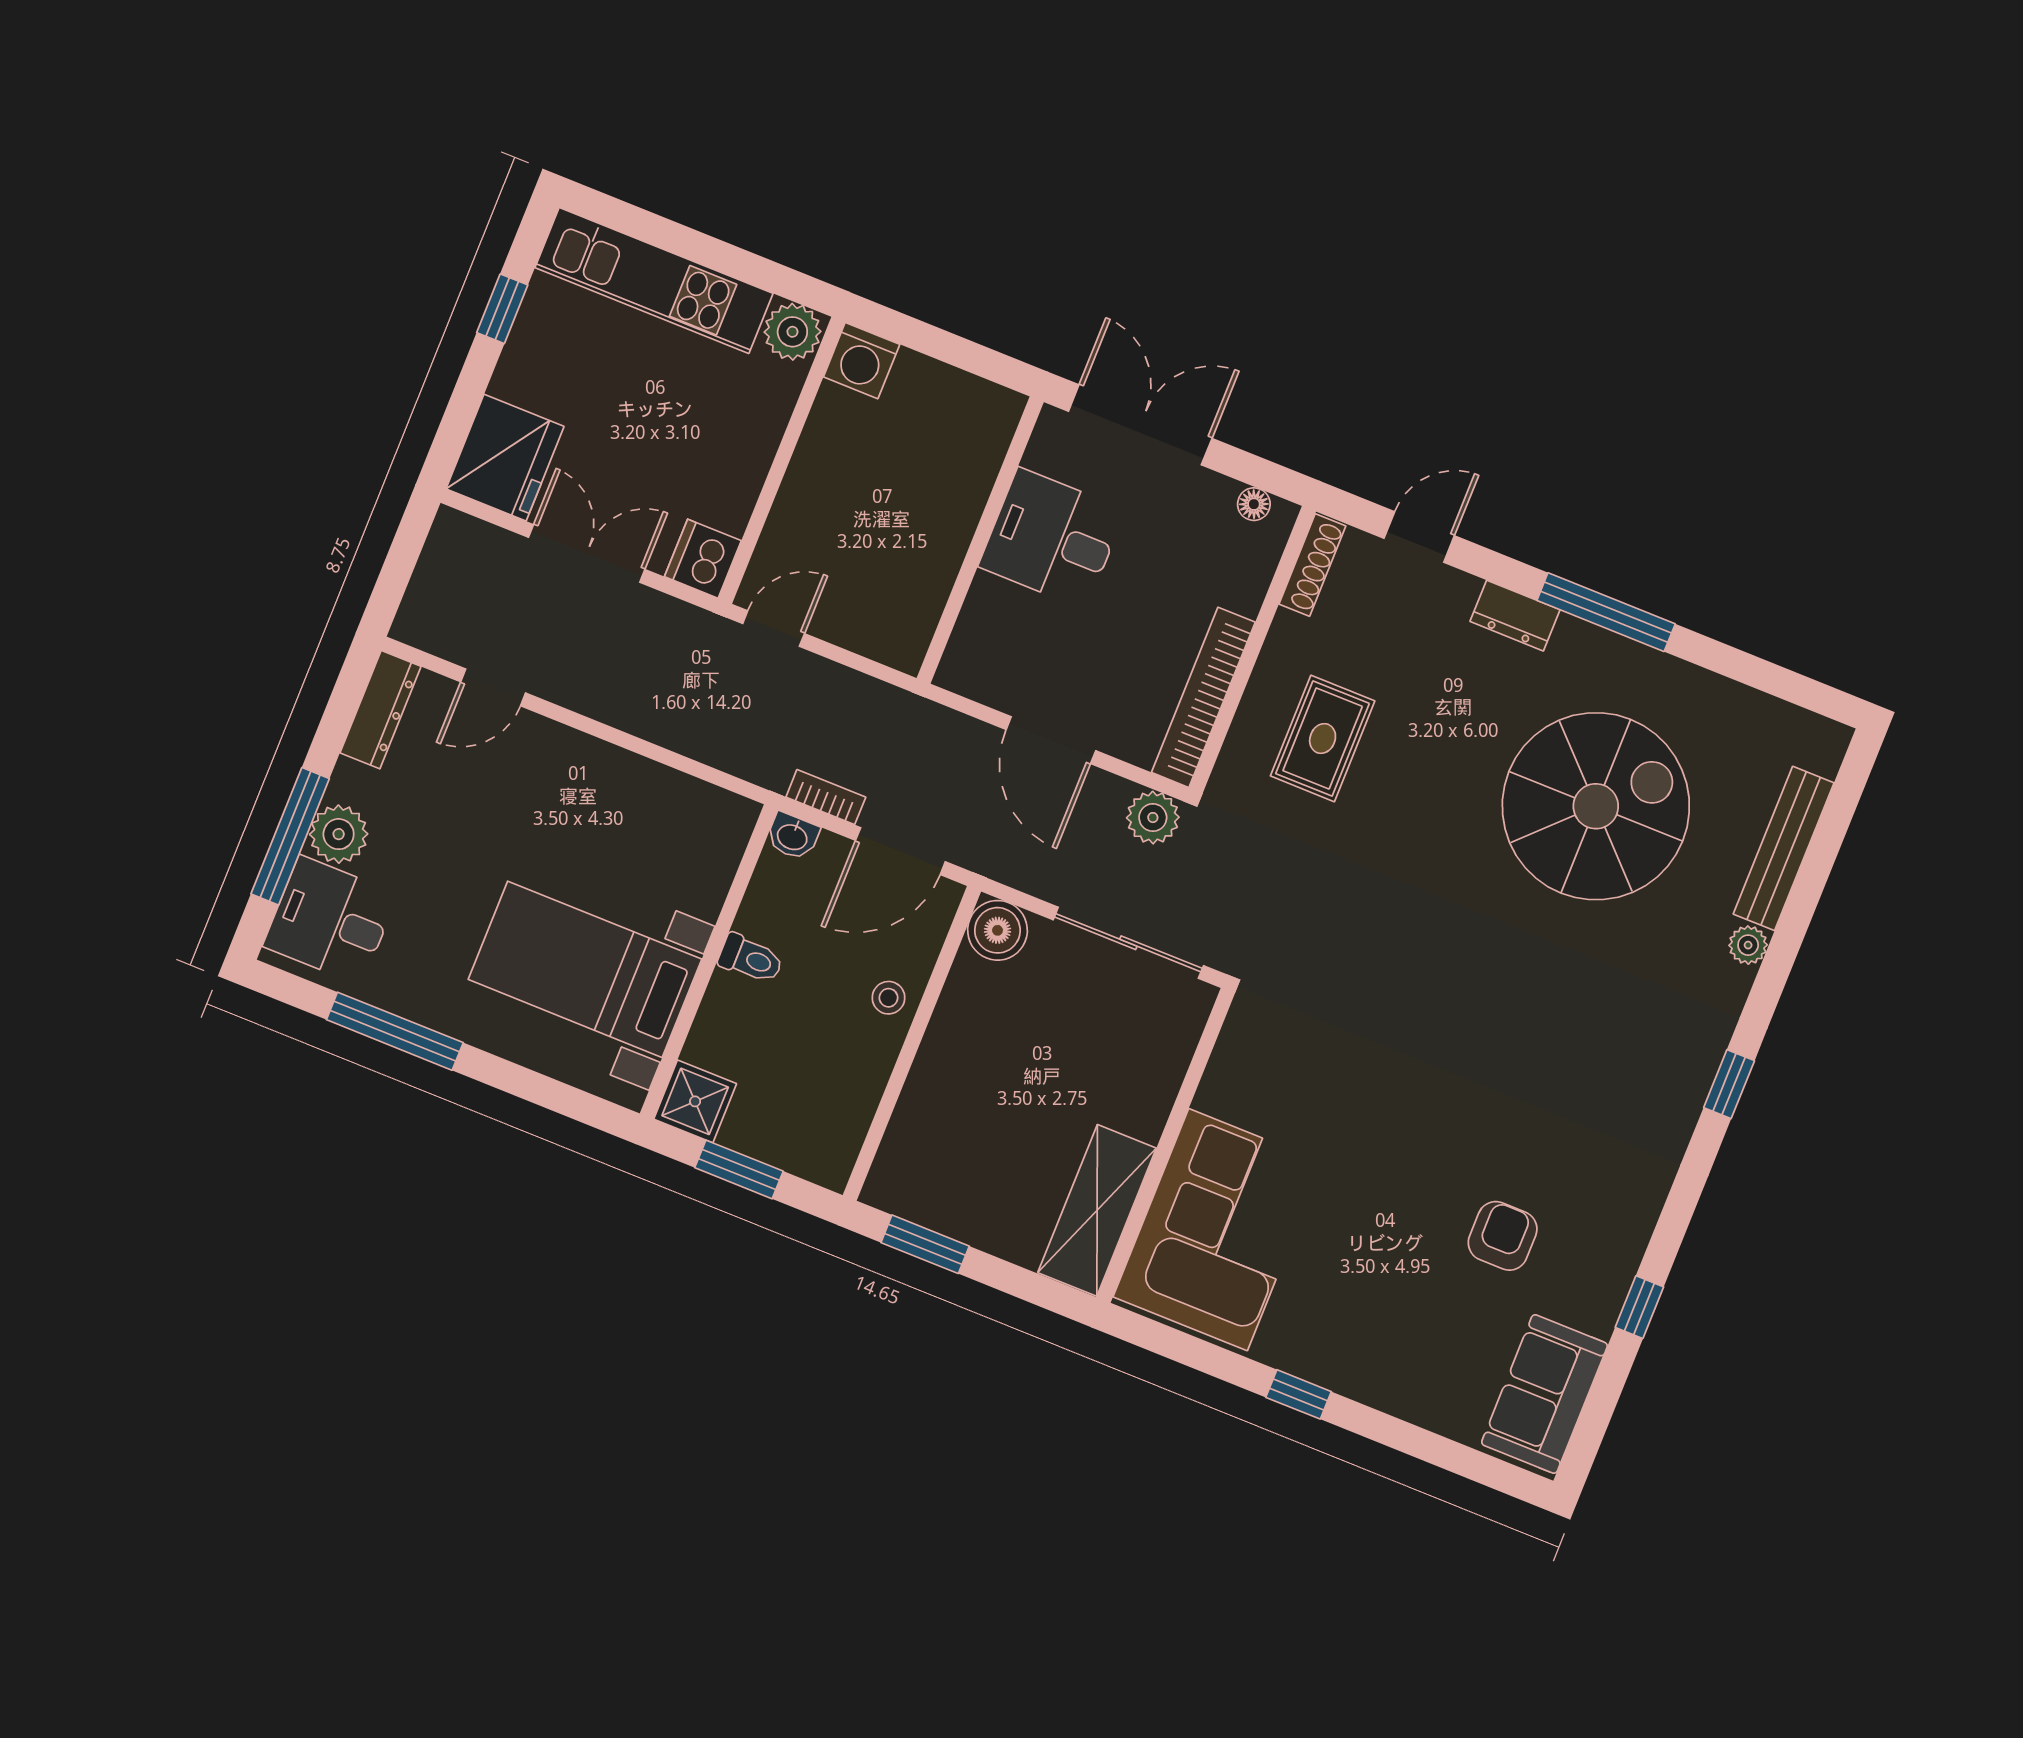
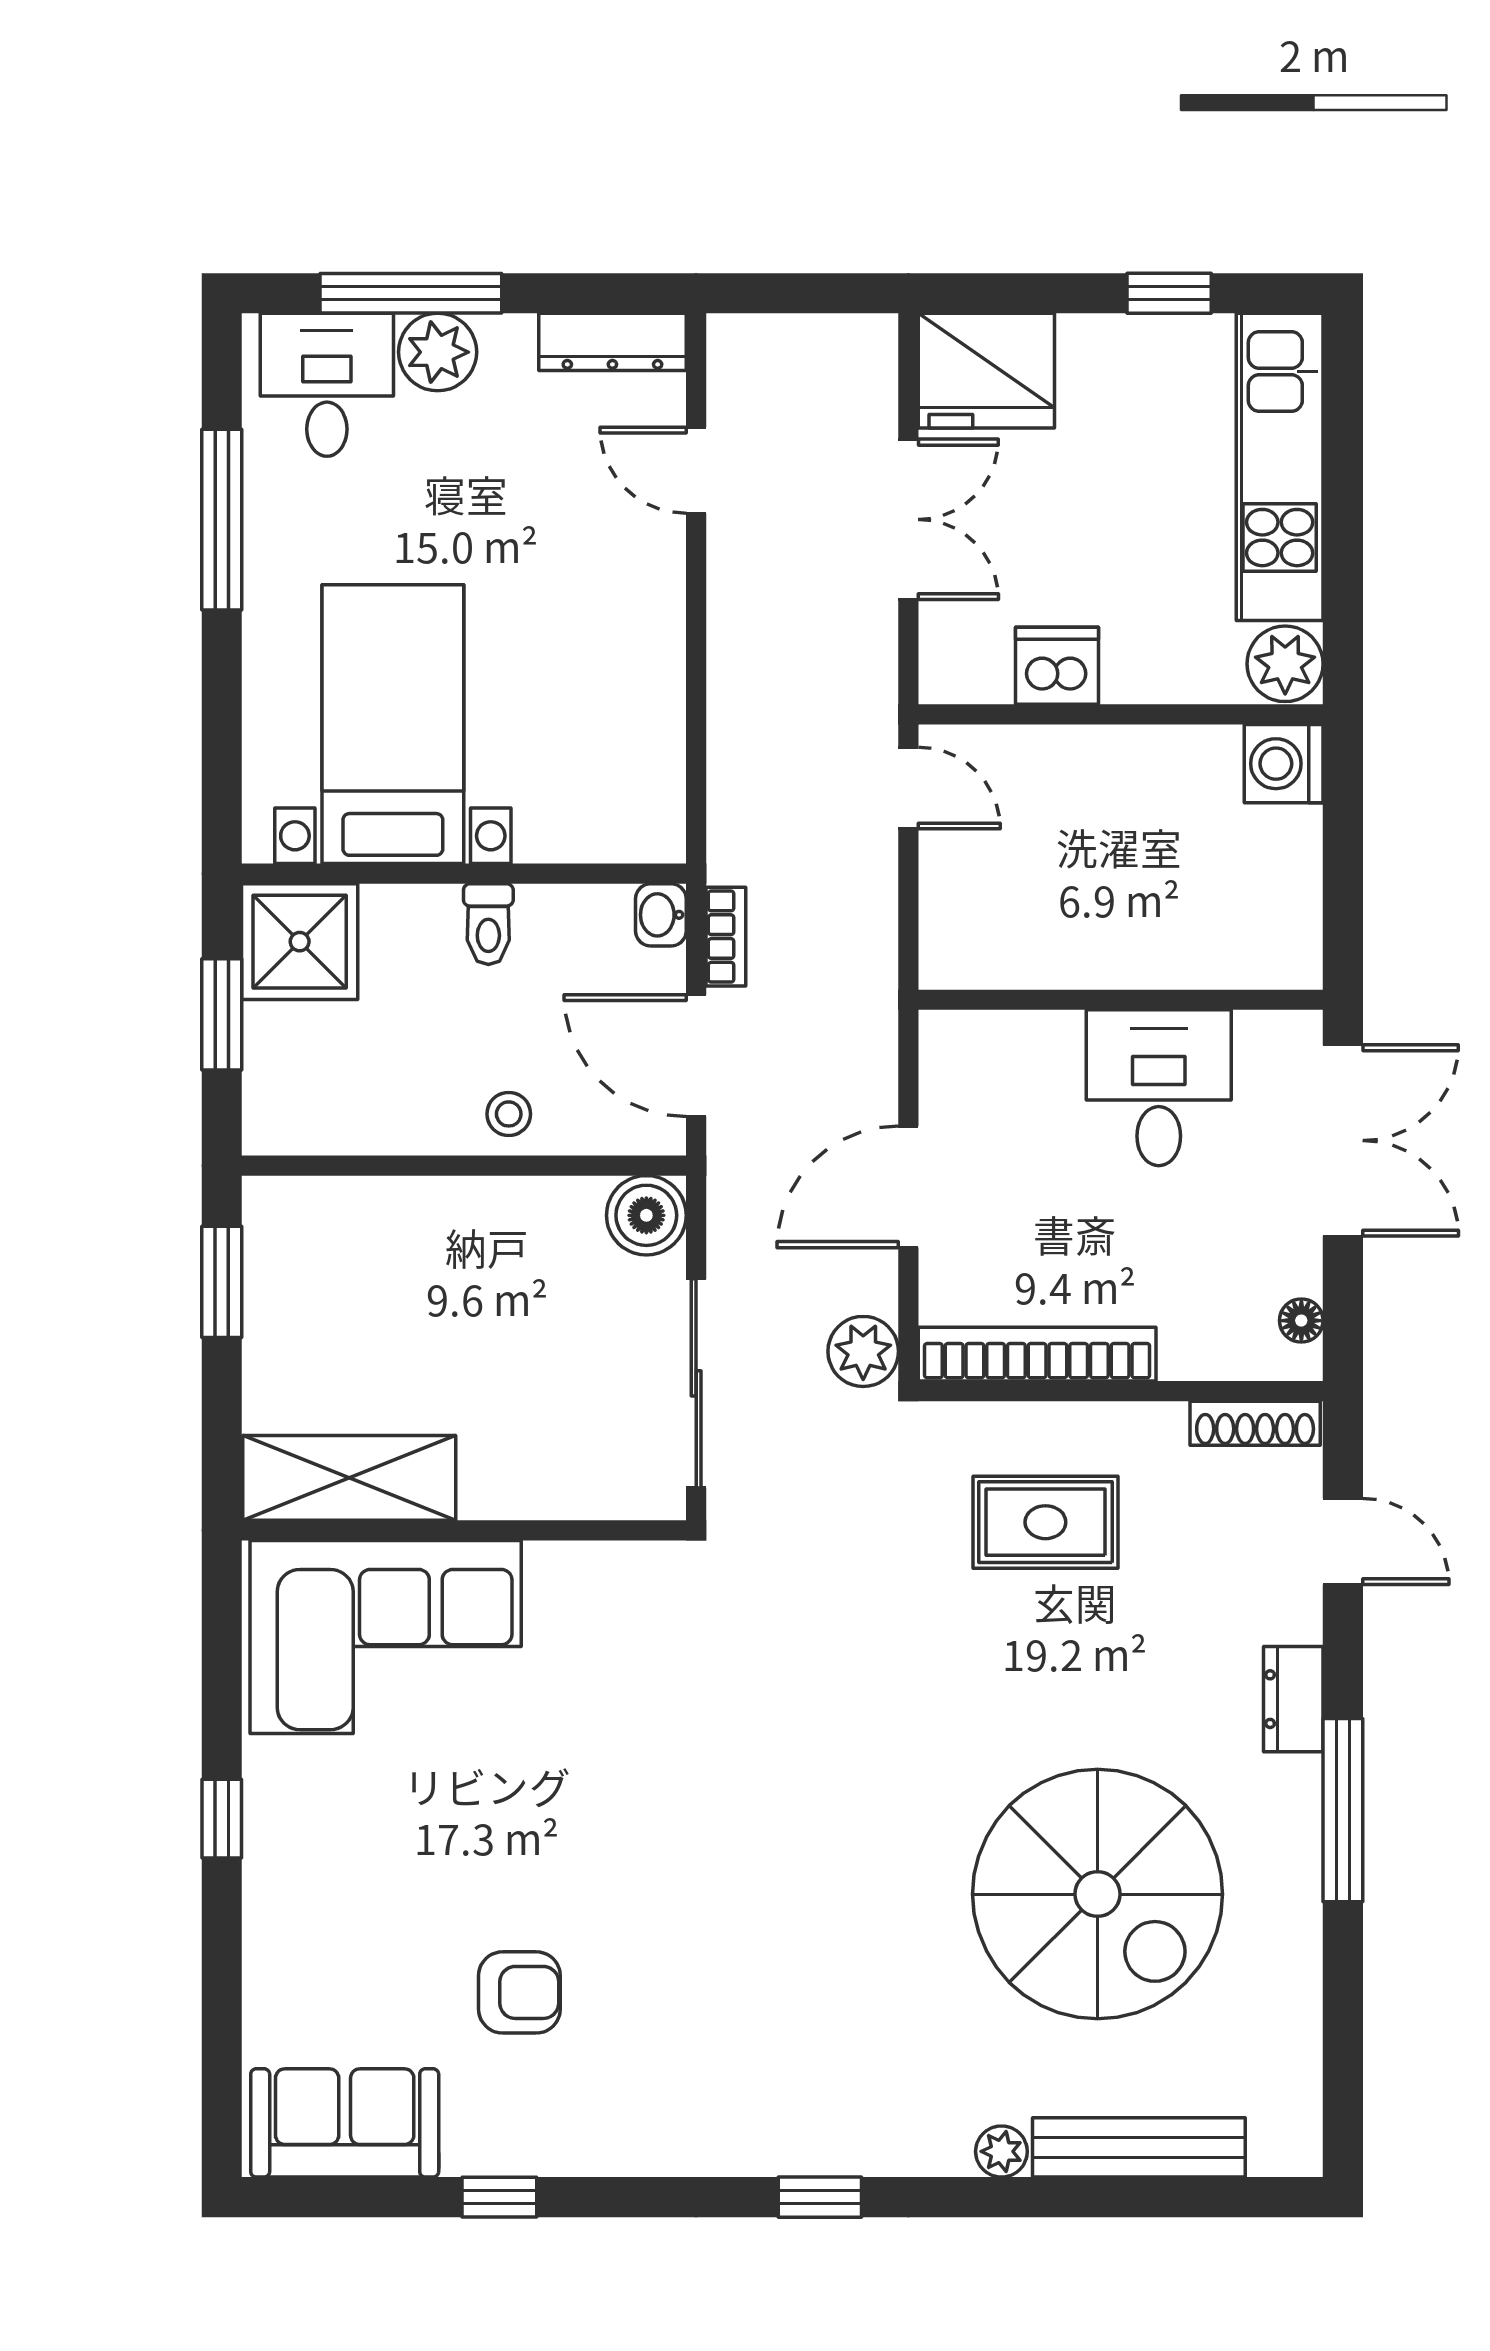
dishwasher: (703, 559) -> (1057, 666), moved
shower: (695, 1101) -> (300, 942), width x1.36, depth x1.36

